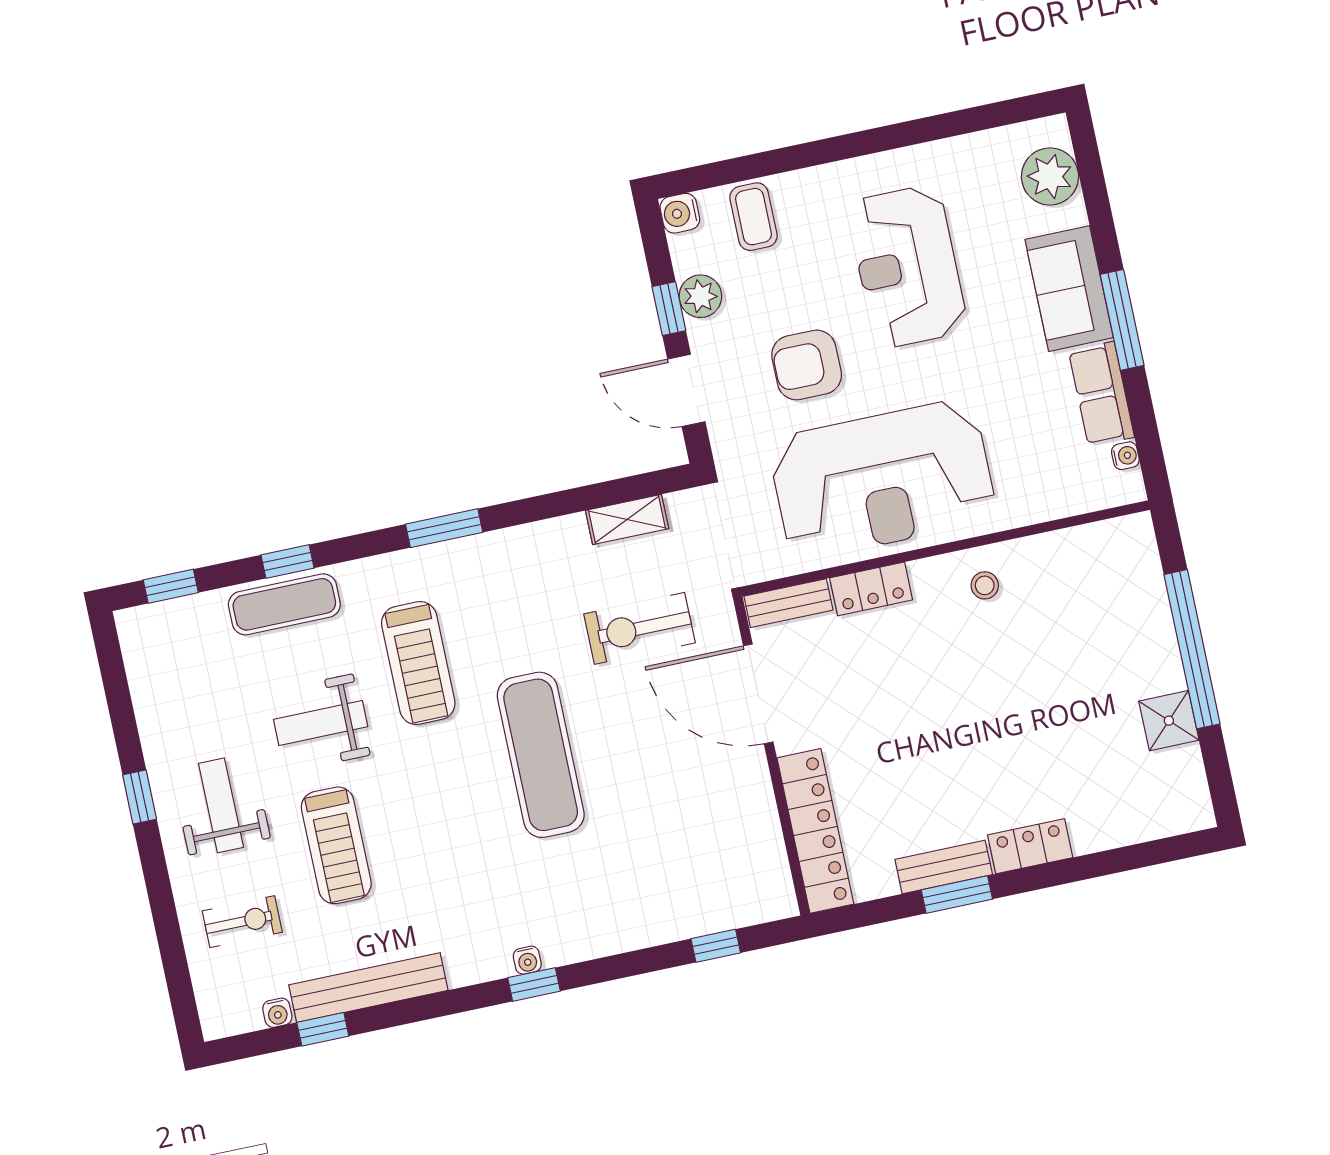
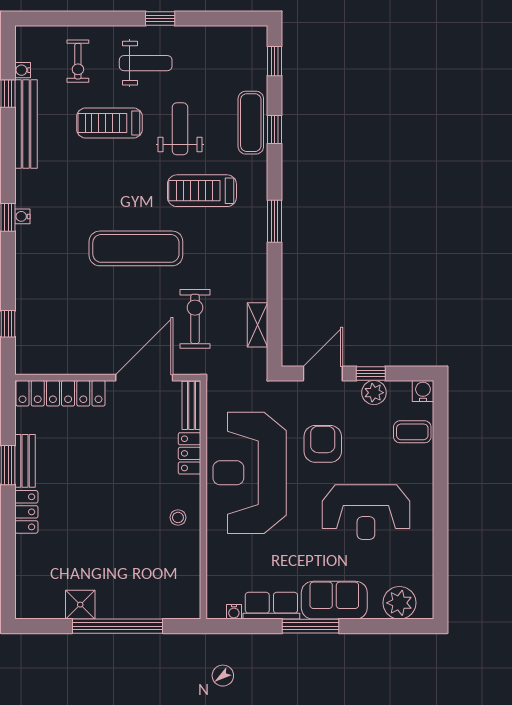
reception desk: (907, 267) -> (366, 512), turned 180

